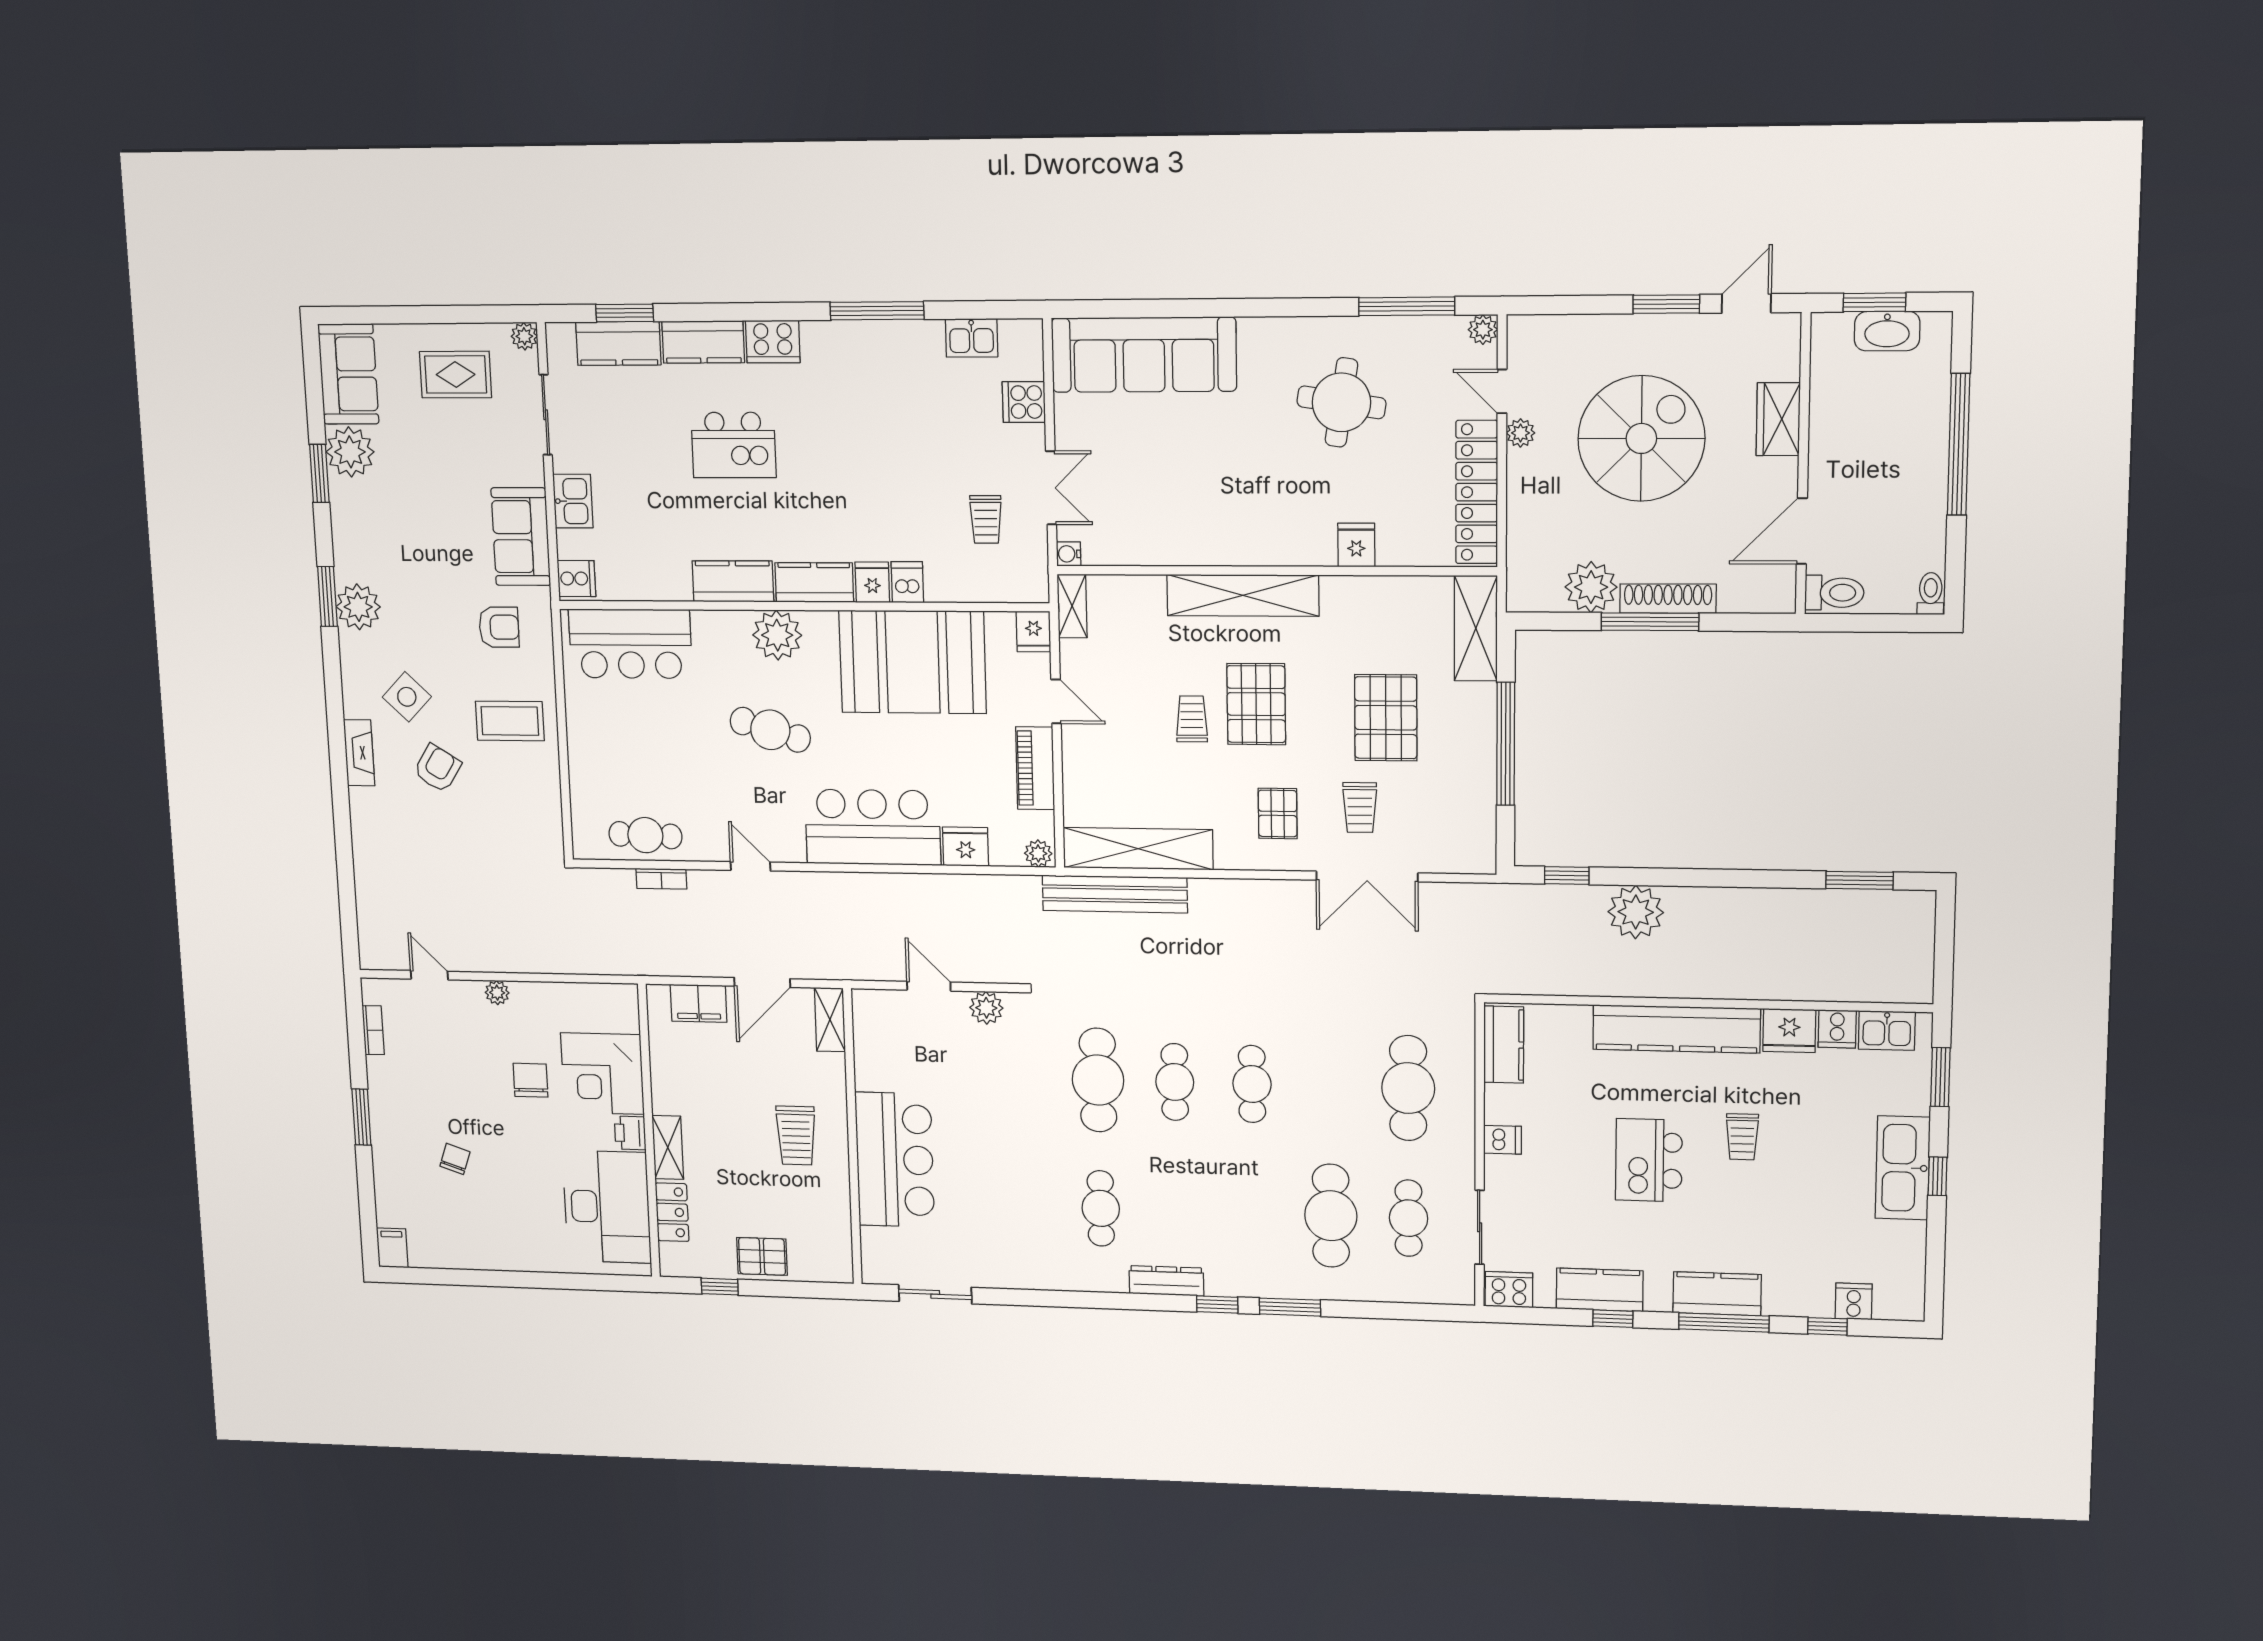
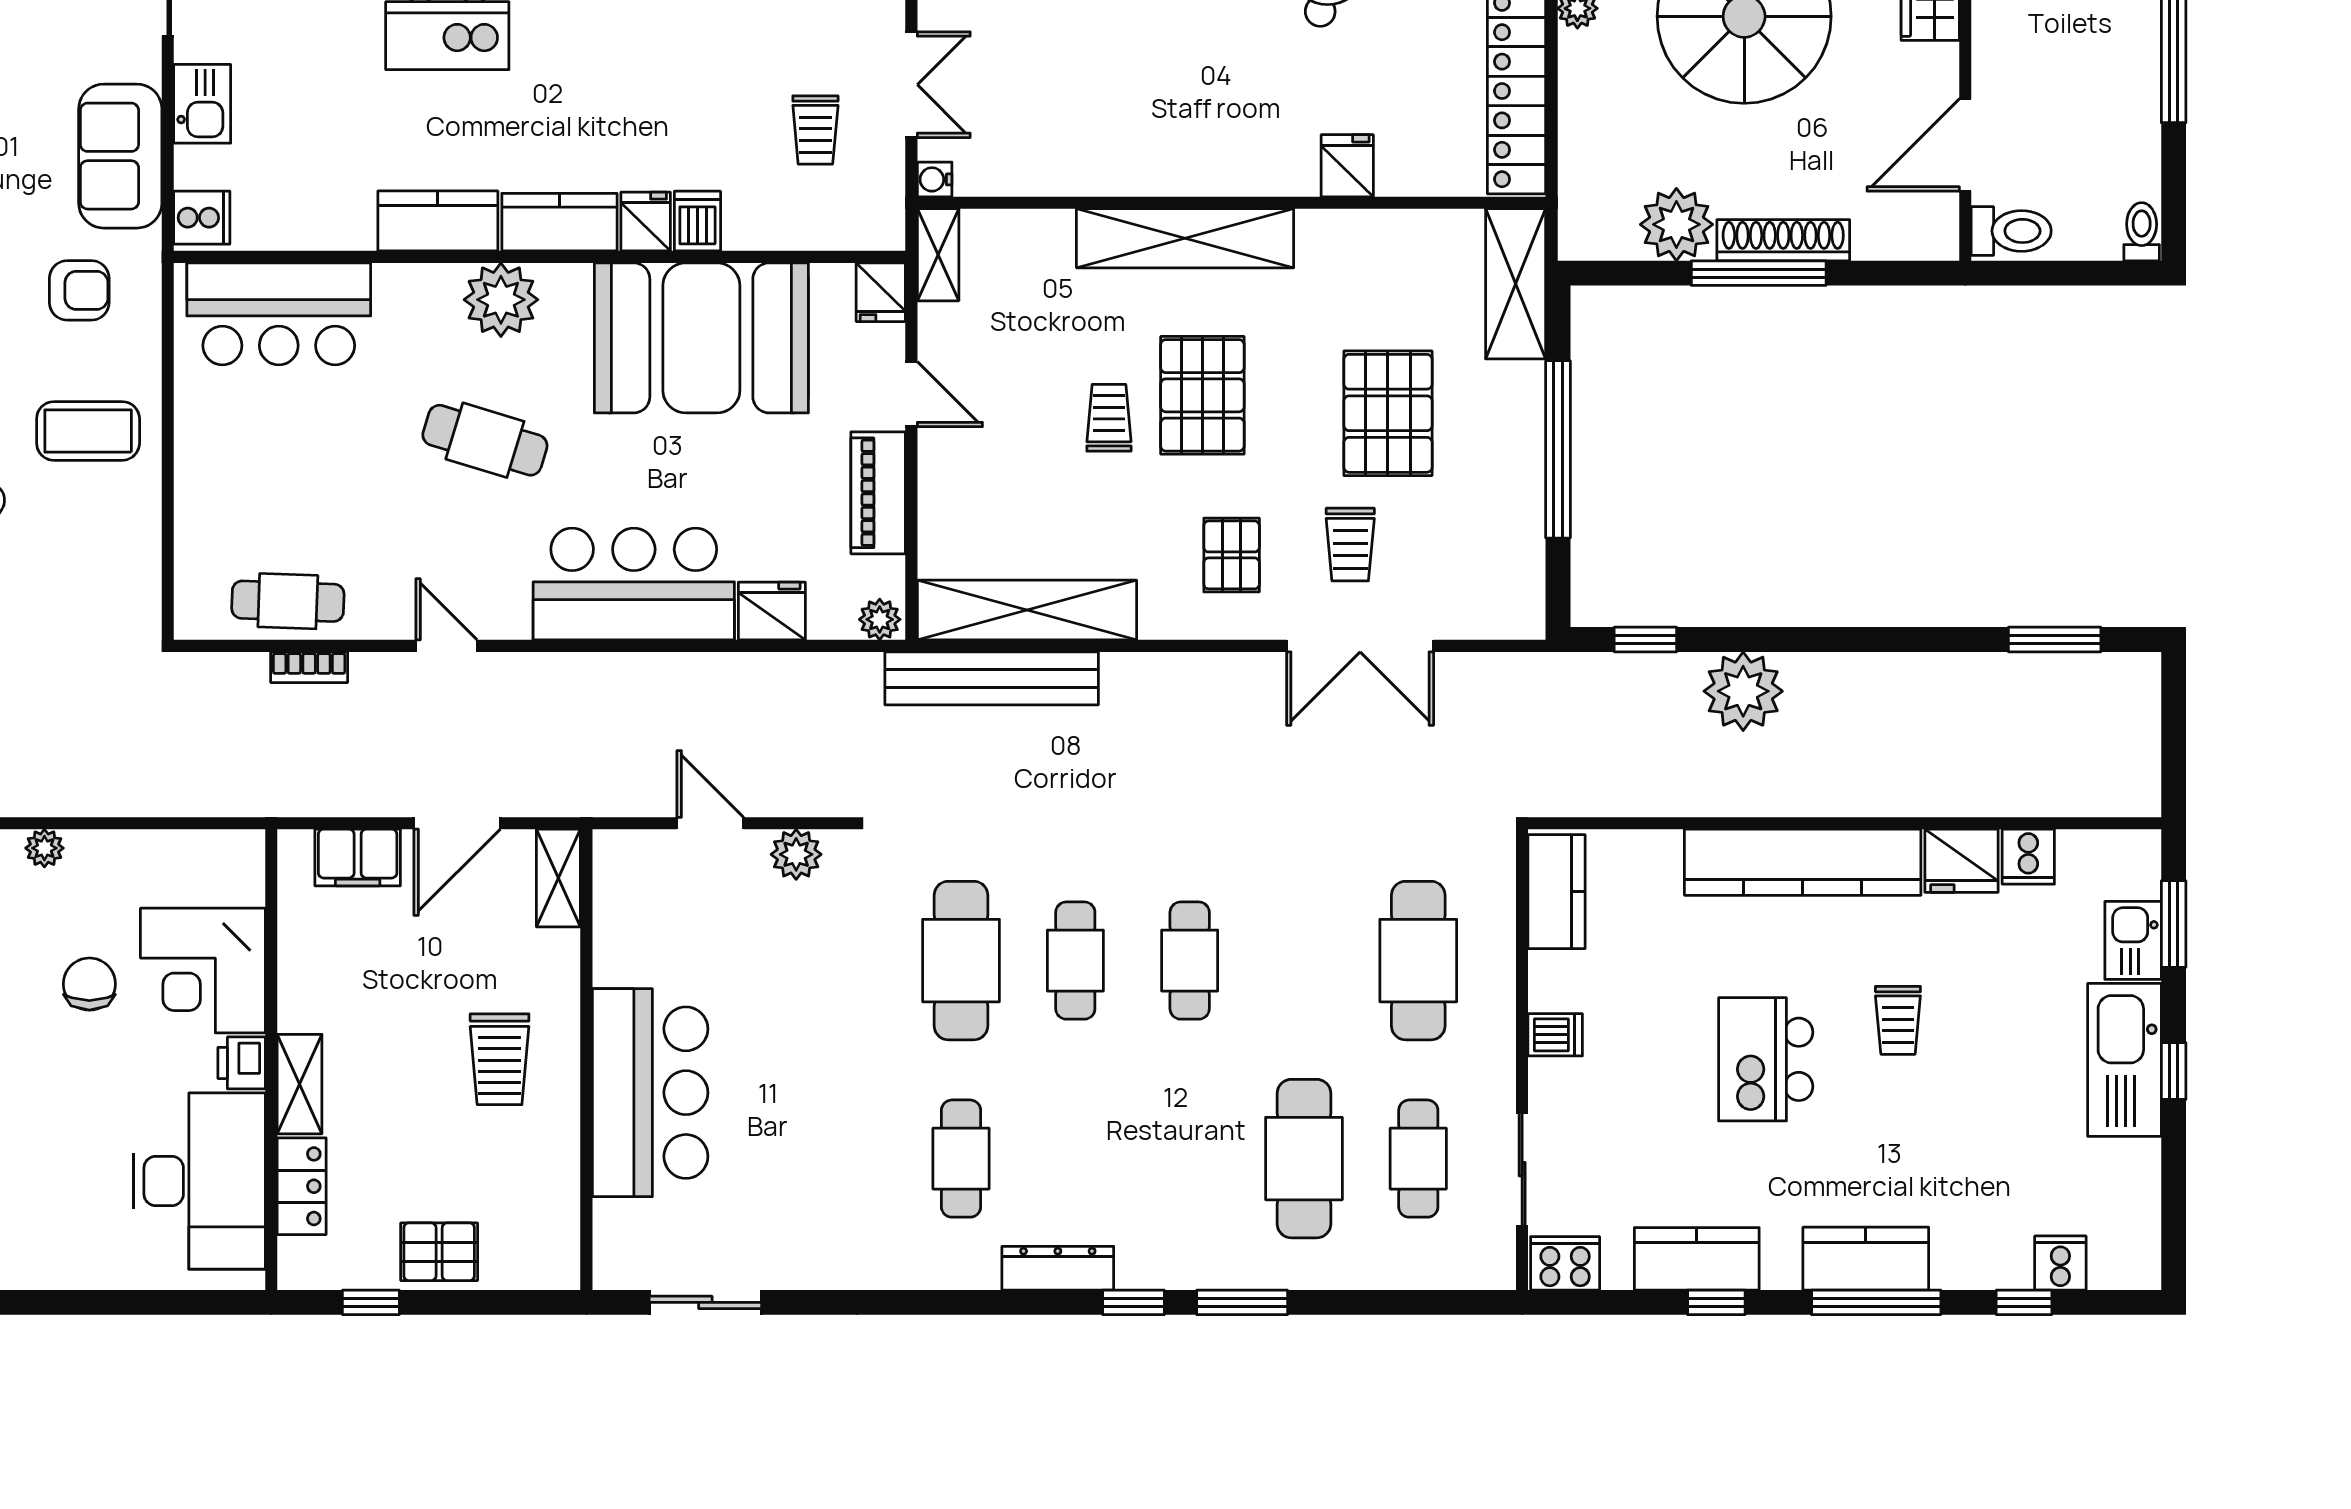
kitchen sink: (1887, 1030) -> (2133, 940), moved, turned 90

